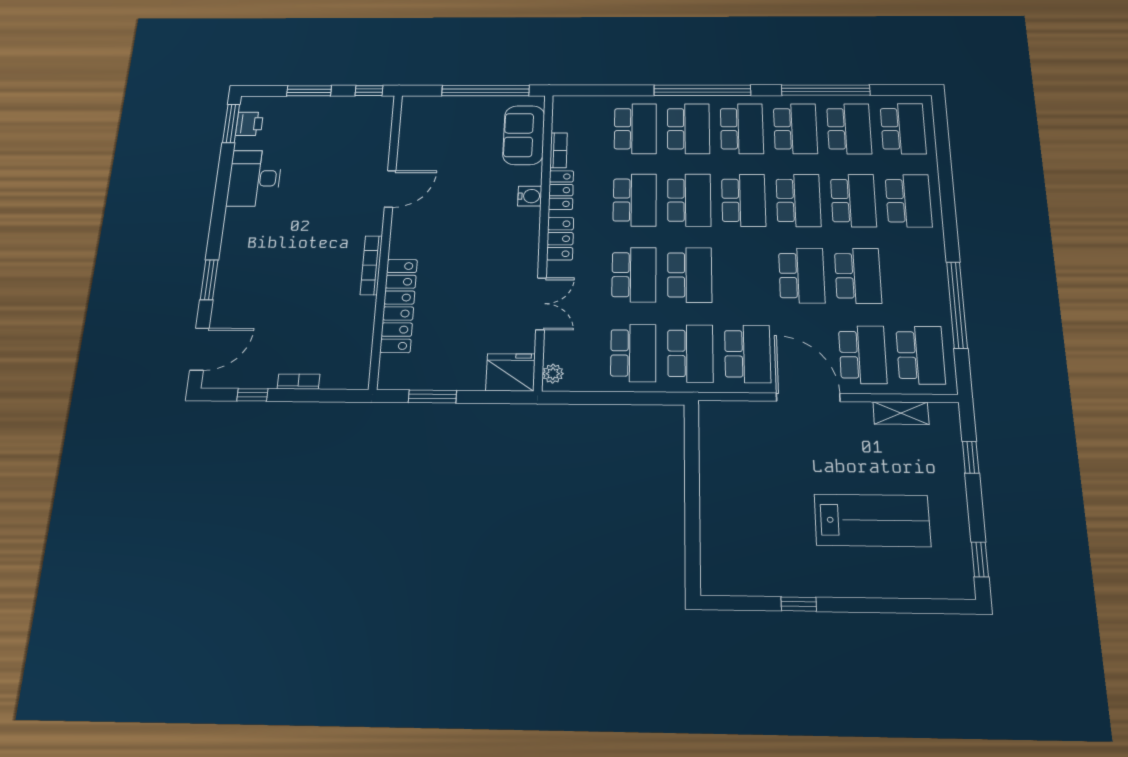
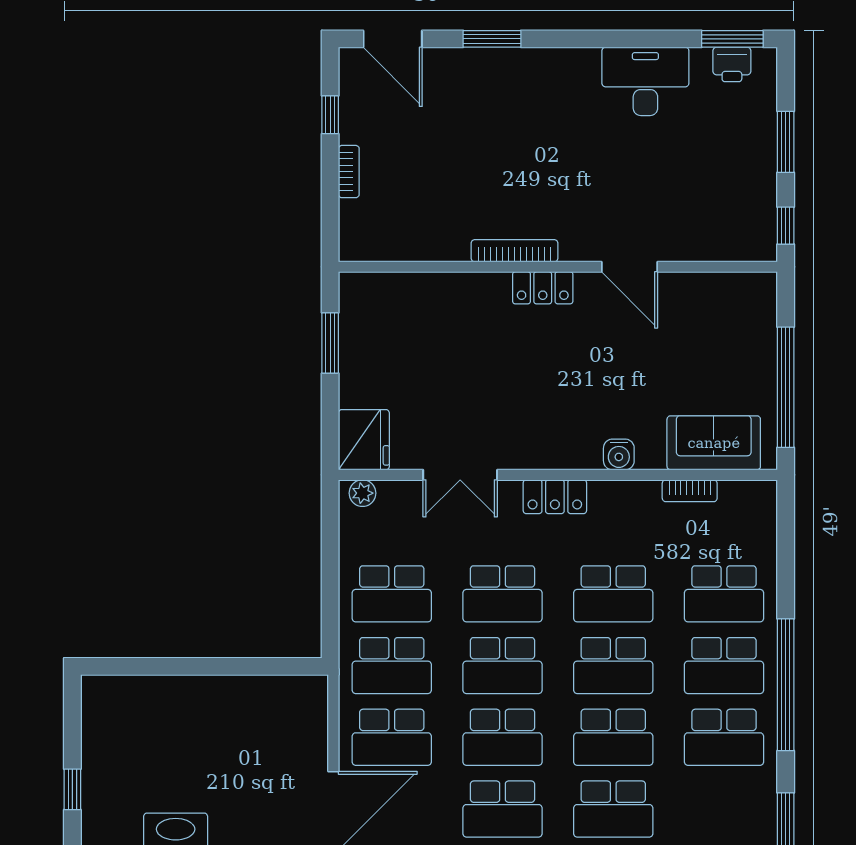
school desk: (795, 129) -> (503, 737), moved
locker: (561, 190) -> (628, 496), removed
locker: (399, 305) -> (543, 288), moved, width x0.46, depth x0.83

